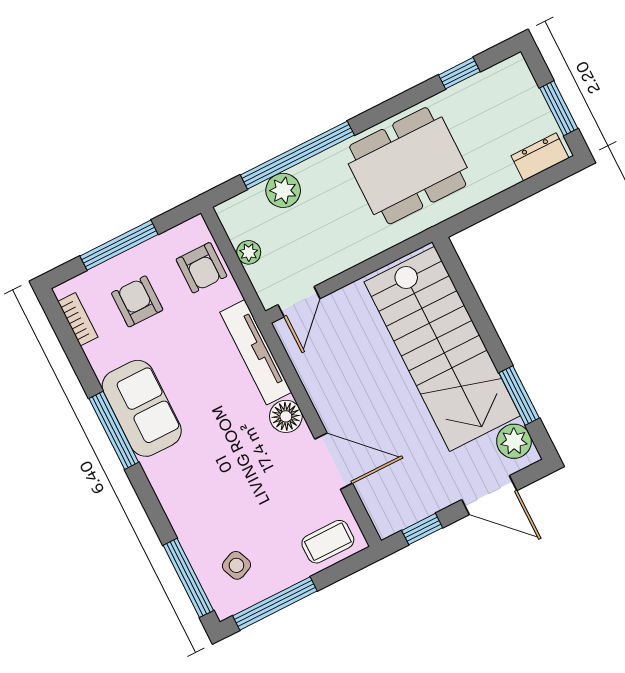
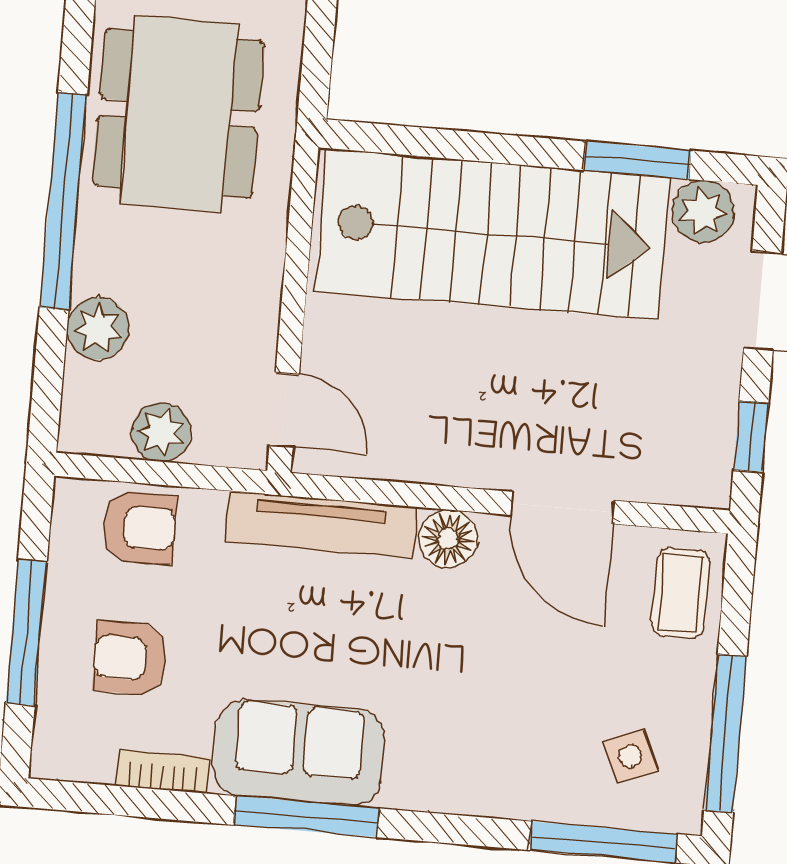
window: (297, 155) -> (63, 201), moved
plant: (249, 252) -> (161, 432), width x1.38, depth x1.38
bookcase: (78, 319) -> (163, 772), moved
door: (334, 461) -> (562, 508), swing flipped

